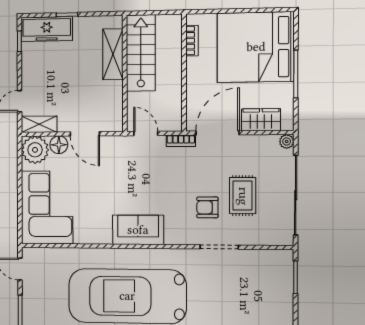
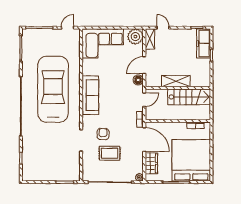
shelving: (113, 54) -> (176, 81), moved
floor lamp: (59, 145) -> (138, 80), moved
sofa: (138, 230) -> (90, 95), width x1.36

